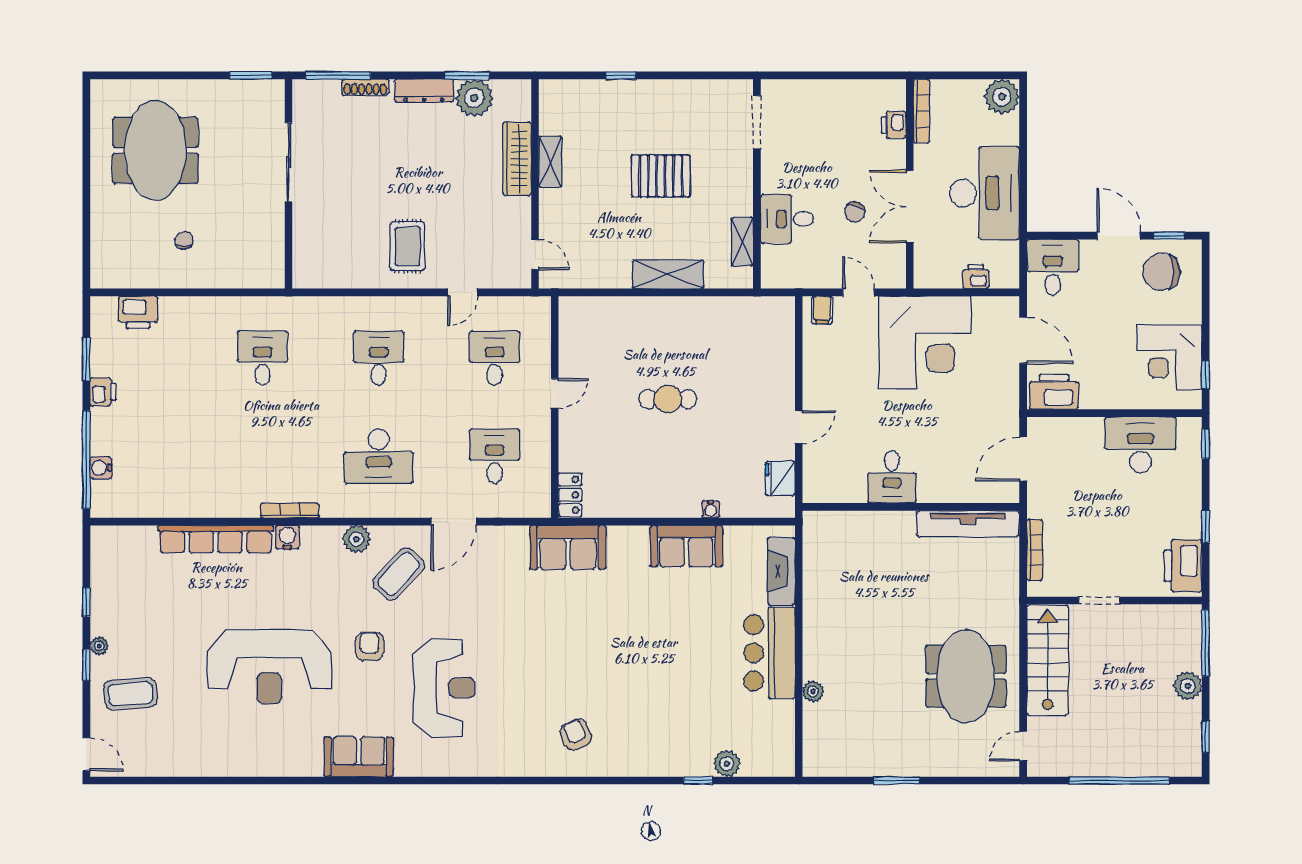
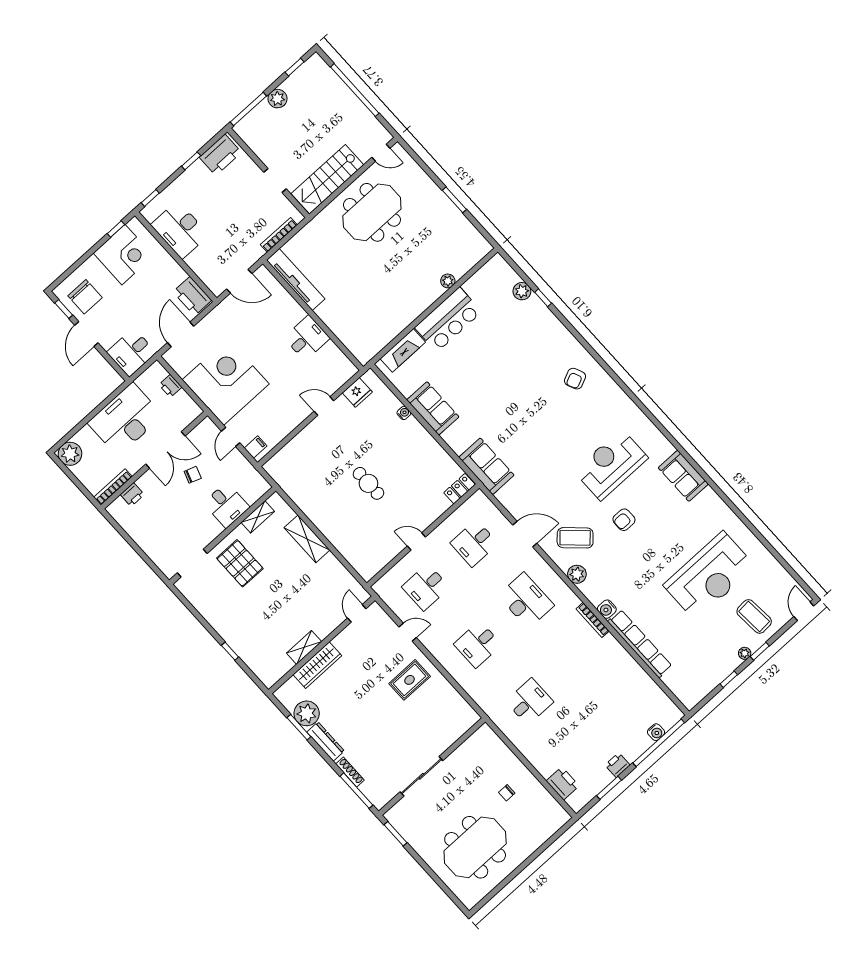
pallet: (661, 176) -> (240, 563), moved
desk: (263, 358) -> (530, 702), turned 180
reception desk: (269, 667) -> (709, 576), moved, turned 90

